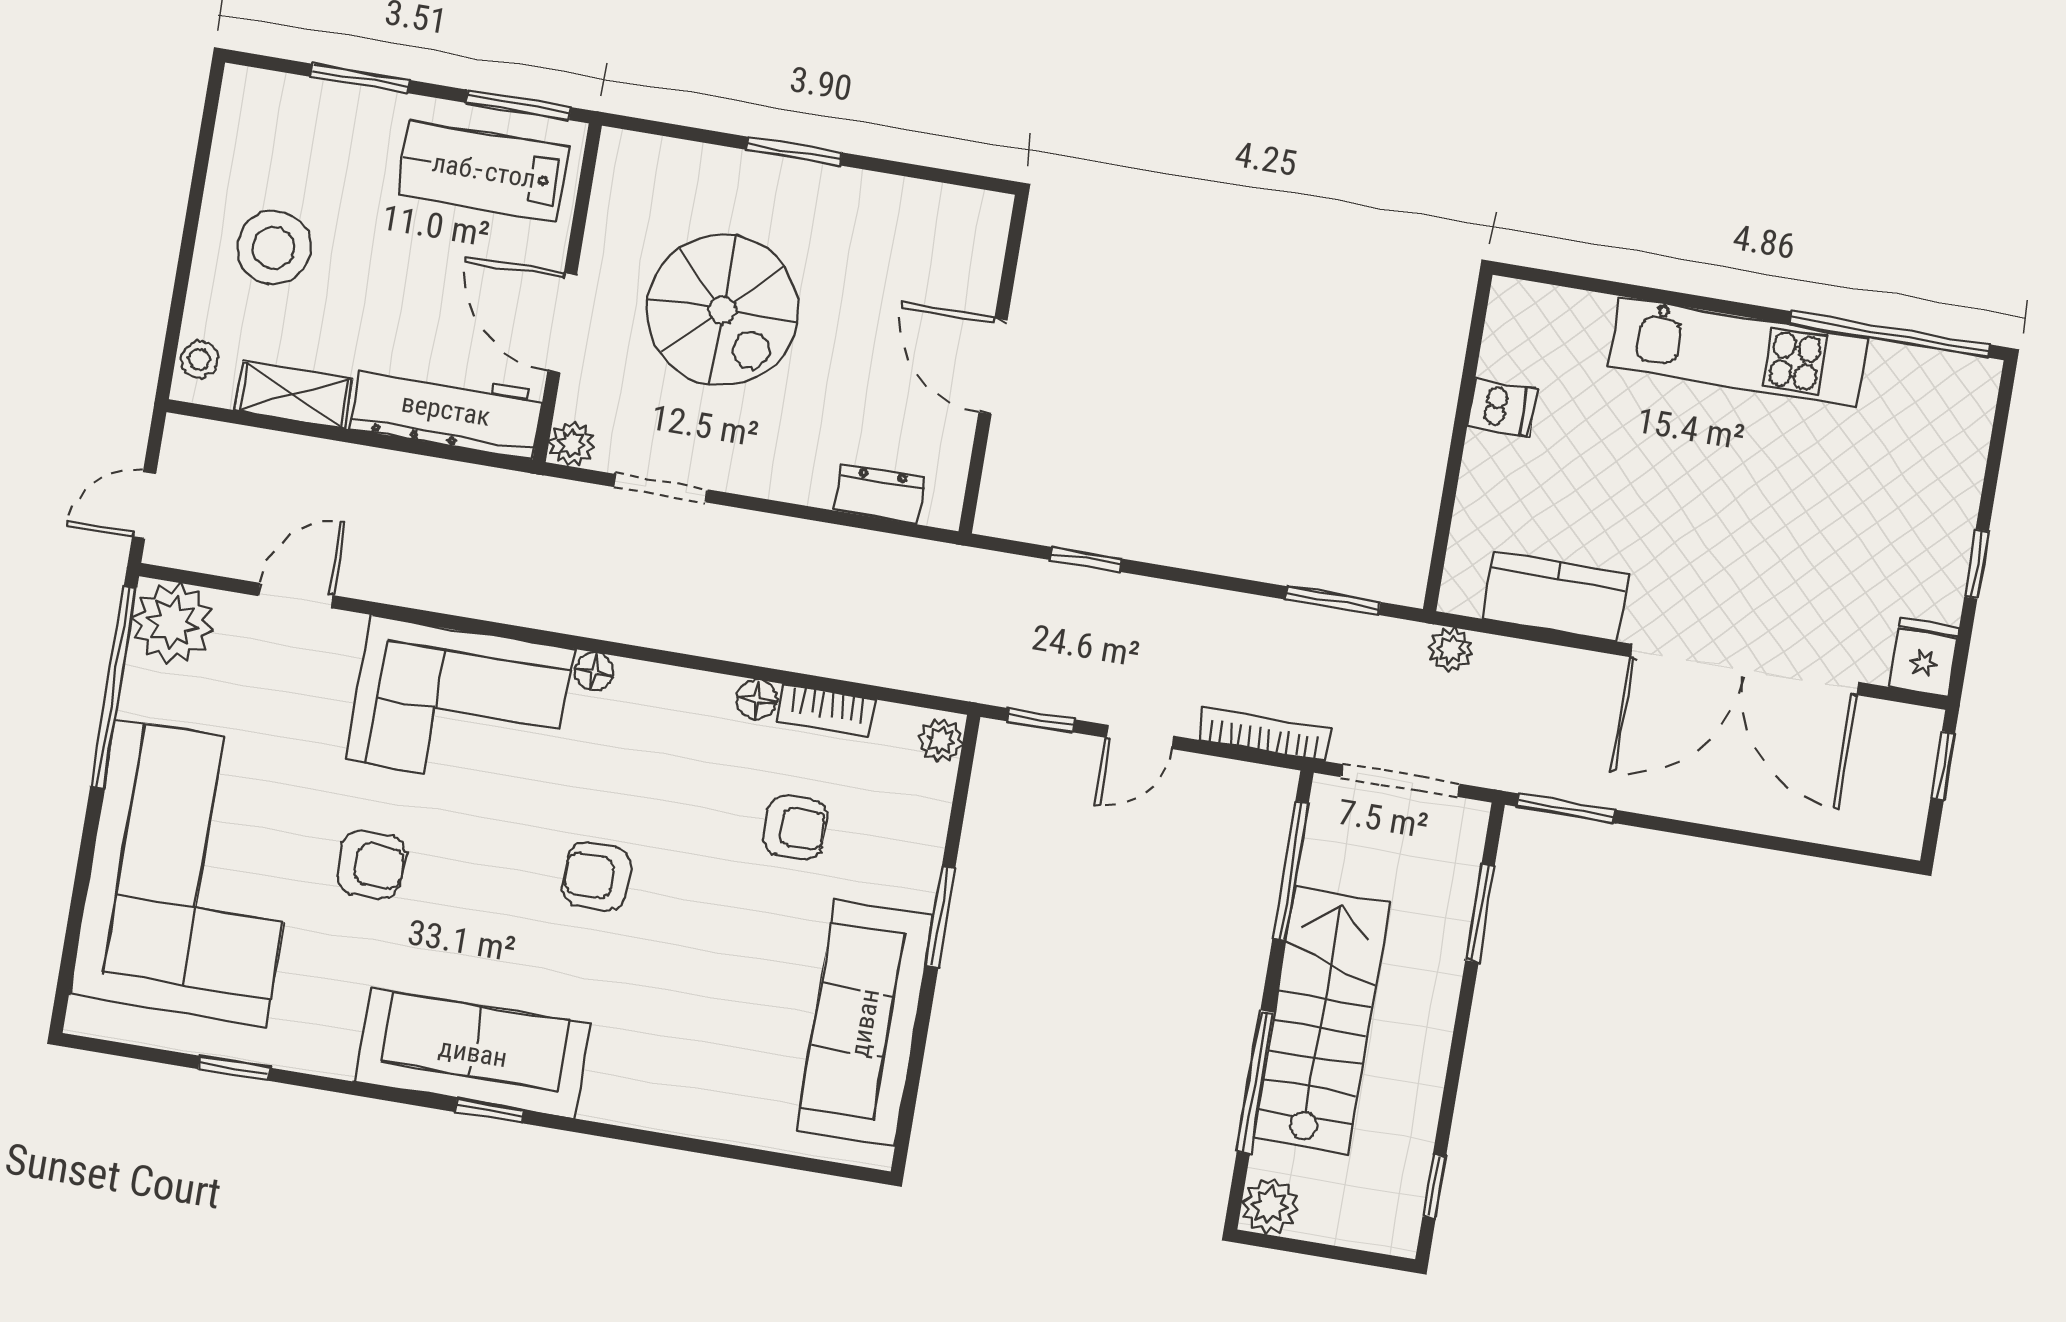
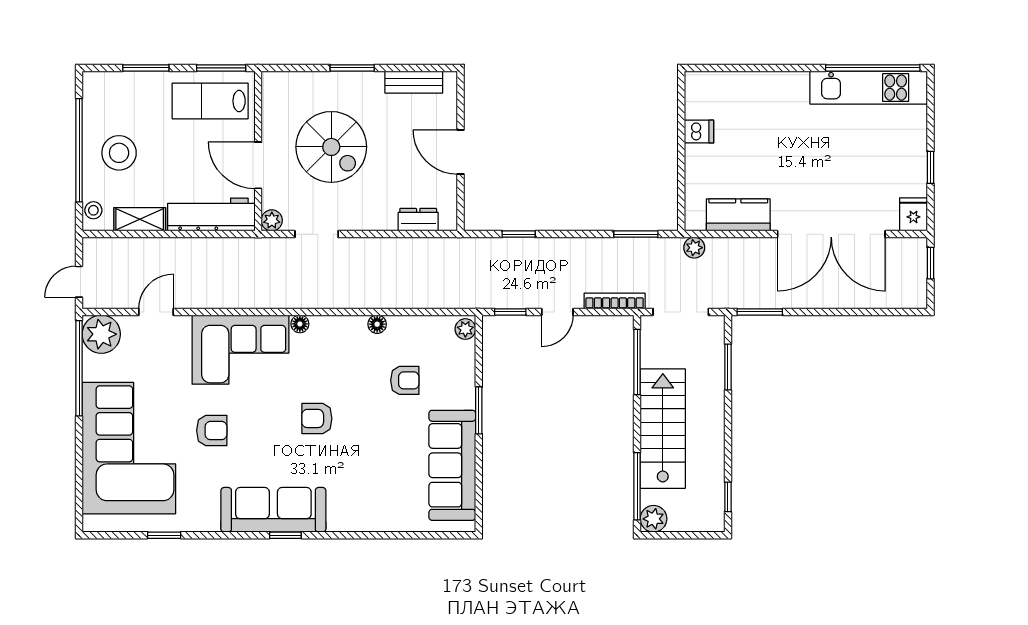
bench: (919, 203) -> (414, 82), added
window: (190, 228) -> (79, 150), added
kitchen unit: (1738, 352) -> (869, 88), moved
bookcase: (827, 710) -> (410, 324), removed
window: (1255, 1082) -> (637, 486), moved

